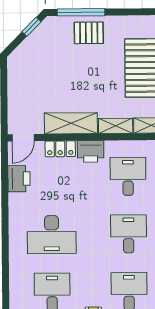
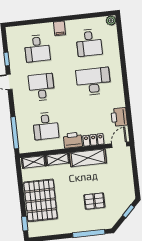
window: (32, 27) -> (128, 211), moved
pallet: (89, 33) -> (94, 201), moved
desk: (129, 234) -> (41, 87), turned 180

